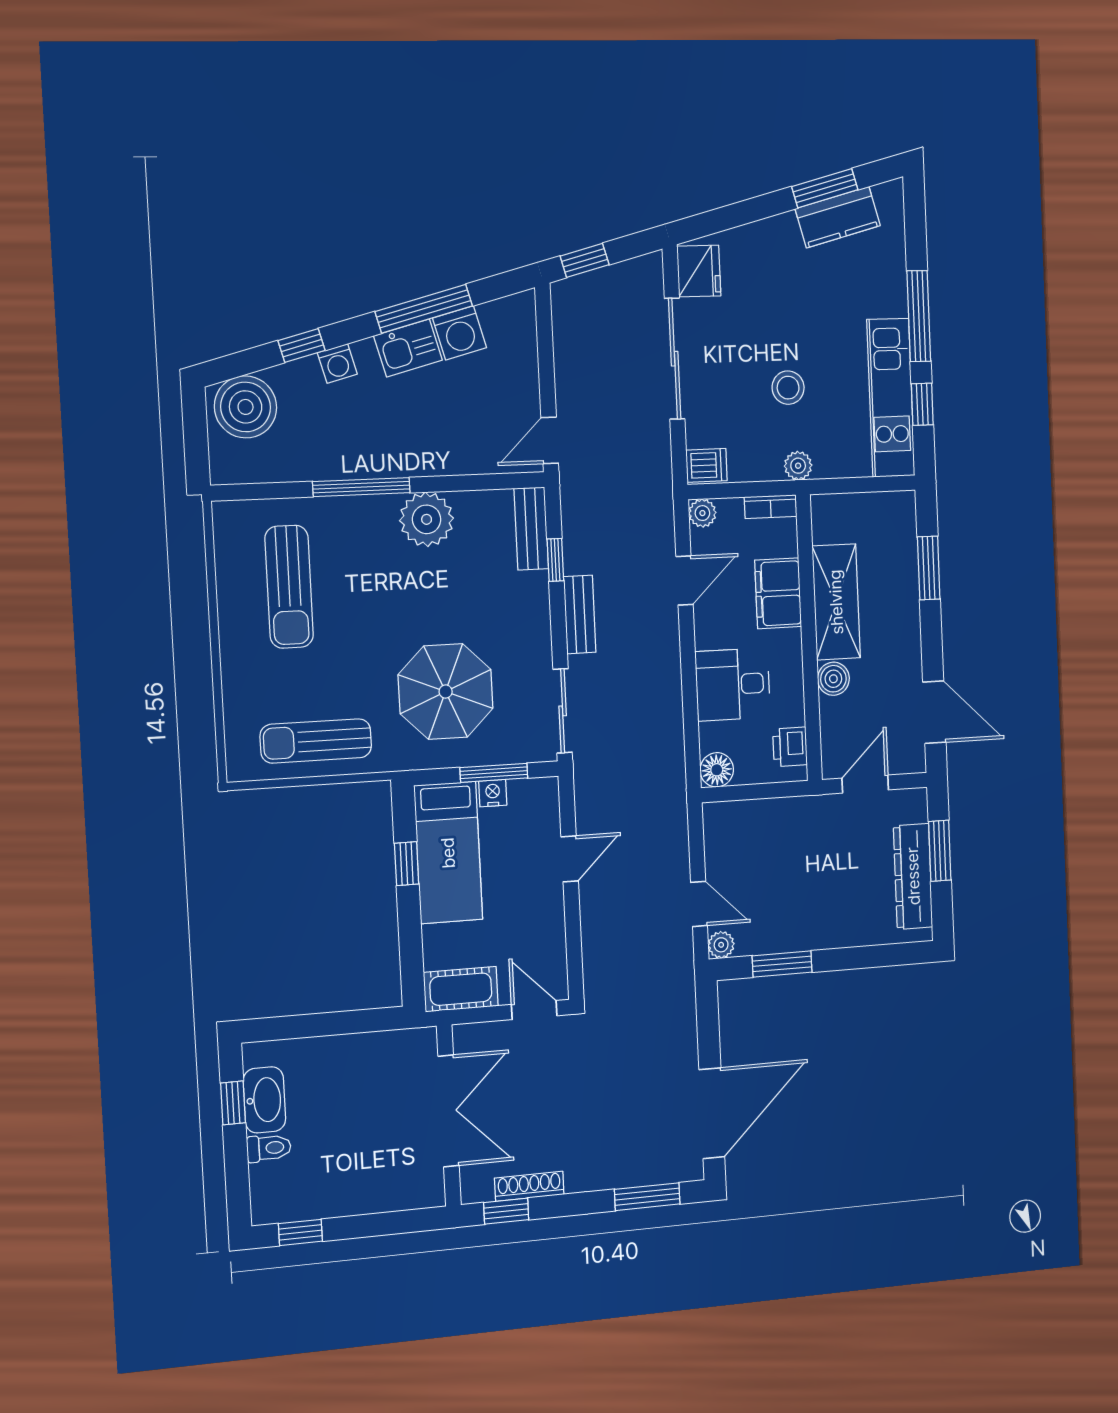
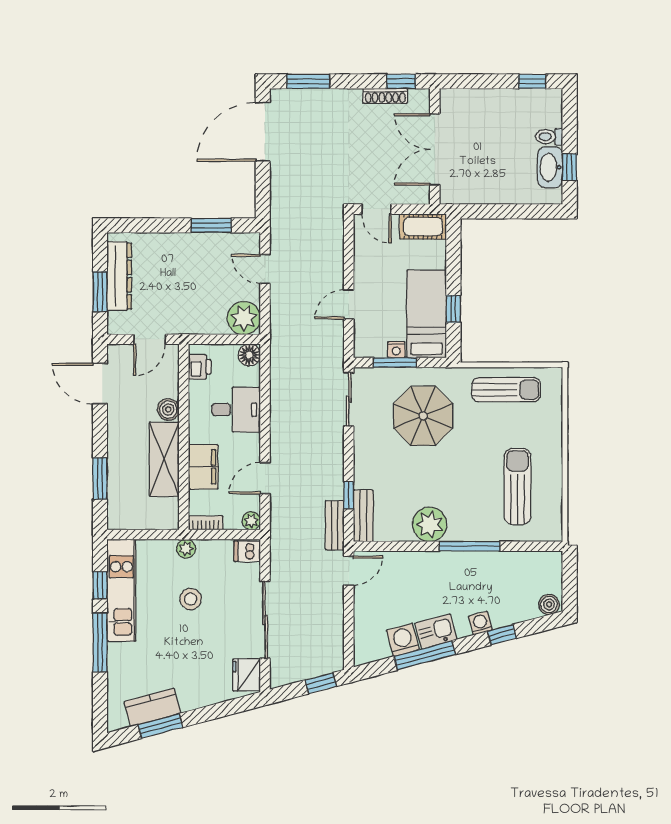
boiler: (246, 407) -> (549, 604), width x0.54, depth x0.54
bench: (580, 614) -> (335, 525), moved
plant: (721, 945) -> (244, 318), moved, width x1.88, depth x1.88

